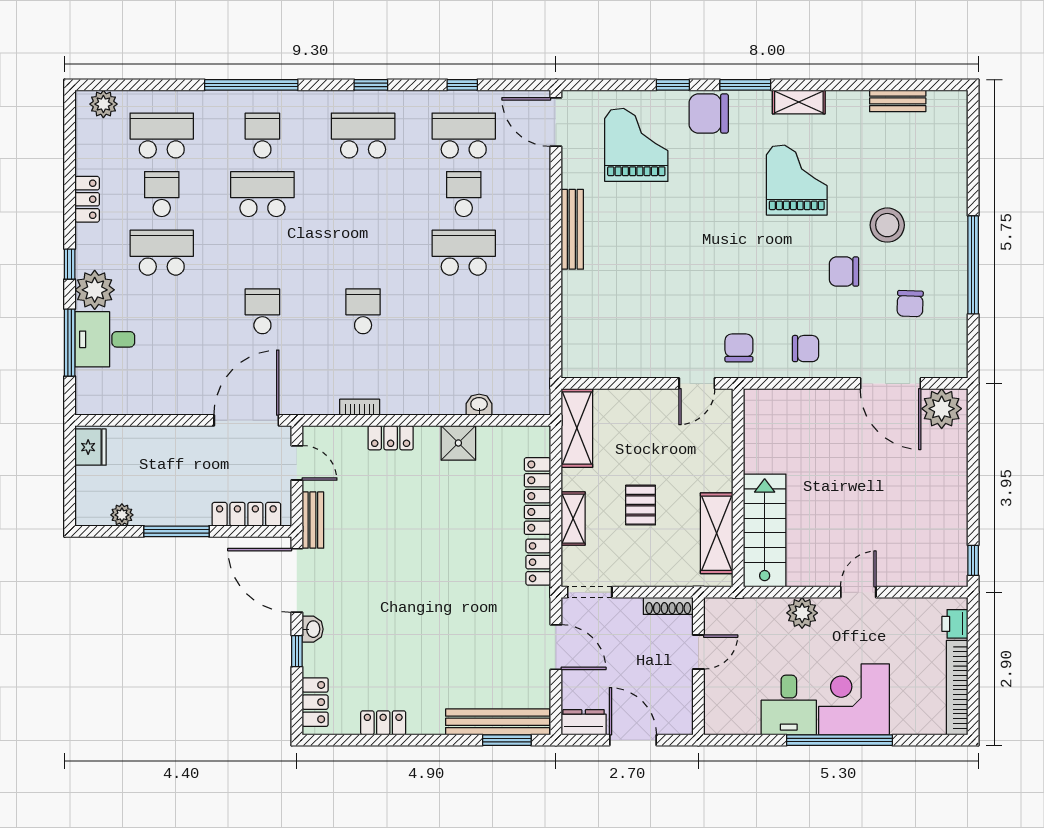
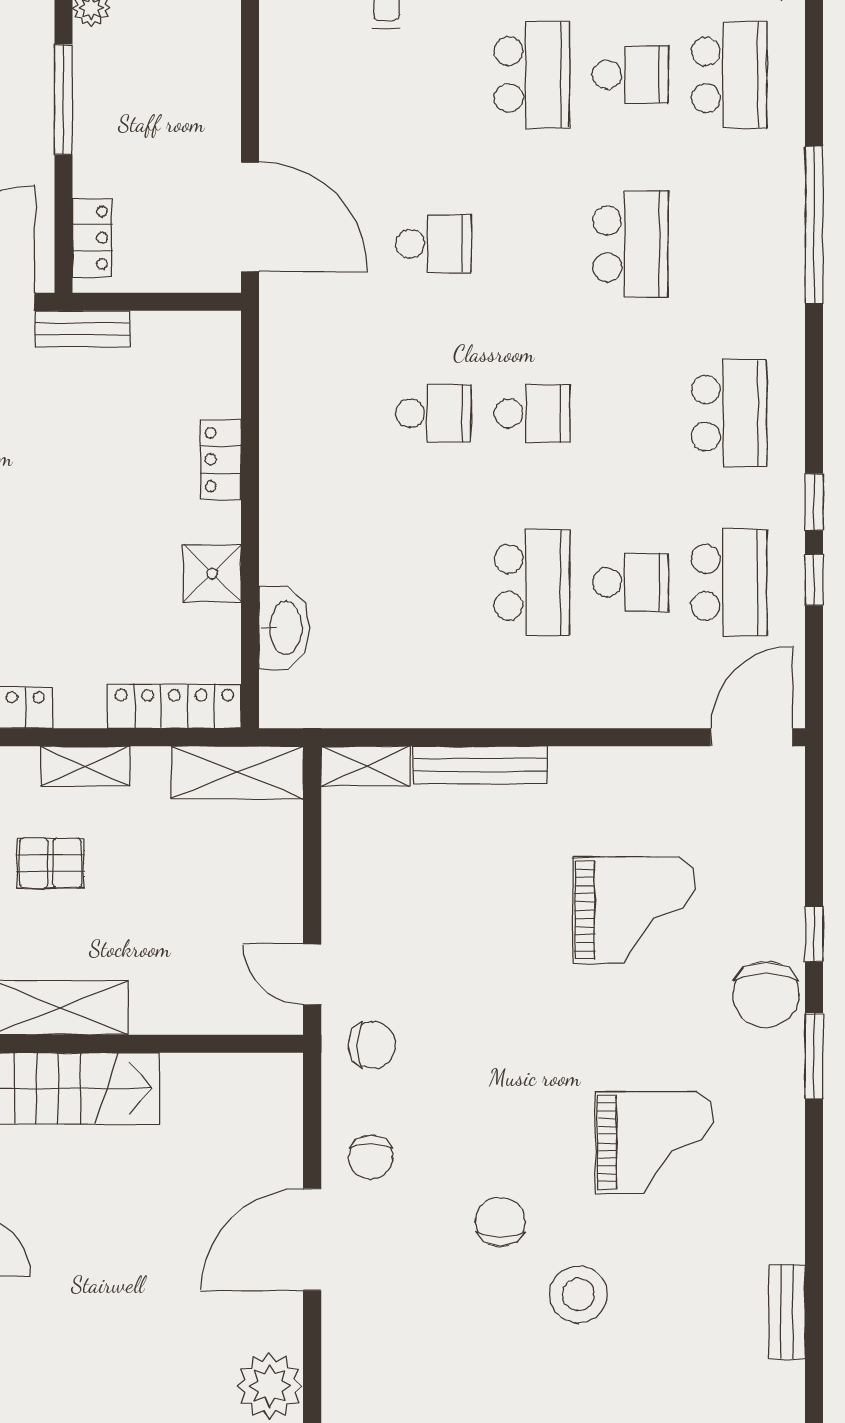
window: (371, 85) -> (814, 502), moved
shelving: (799, 102) -> (365, 766), moved, turned 90
chair: (709, 114) -> (766, 994), turned 180
school desk: (262, 135) -> (532, 413), moved
grand piano: (636, 145) -> (634, 910), moved
bench: (572, 229) -> (480, 765), moved
chair: (910, 304) -> (446, 1333), removed
door: (890, 383) -> (312, 1239), moved
washbasin: (479, 405) -> (284, 628), width x1.91, depth x1.45
bookcase: (360, 407) -> (272, 407), removed
door: (297, 463) -> (179, 302), removed
locker: (537, 496) -> (174, 706), moved
pallet: (641, 505) -> (50, 863), moved
locker: (246, 514) -> (92, 238), width x0.66

